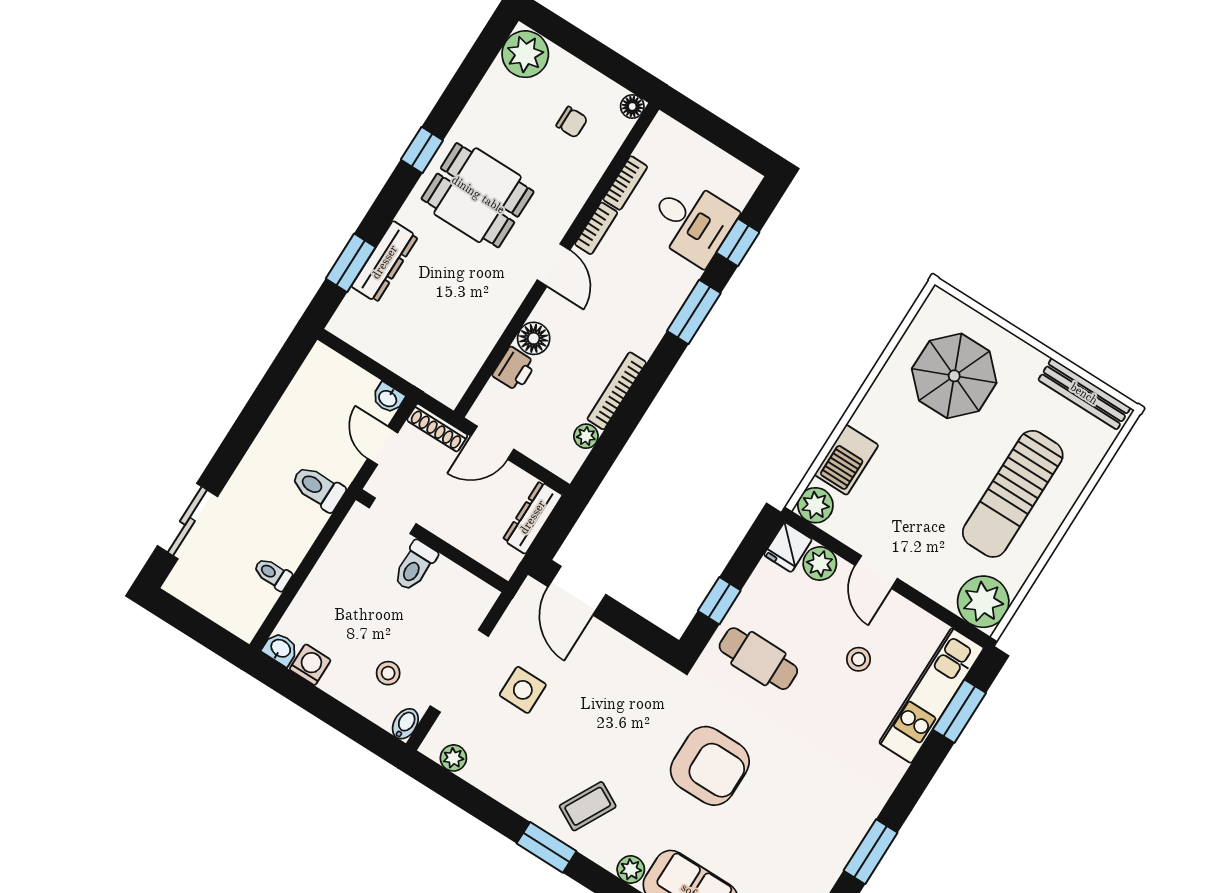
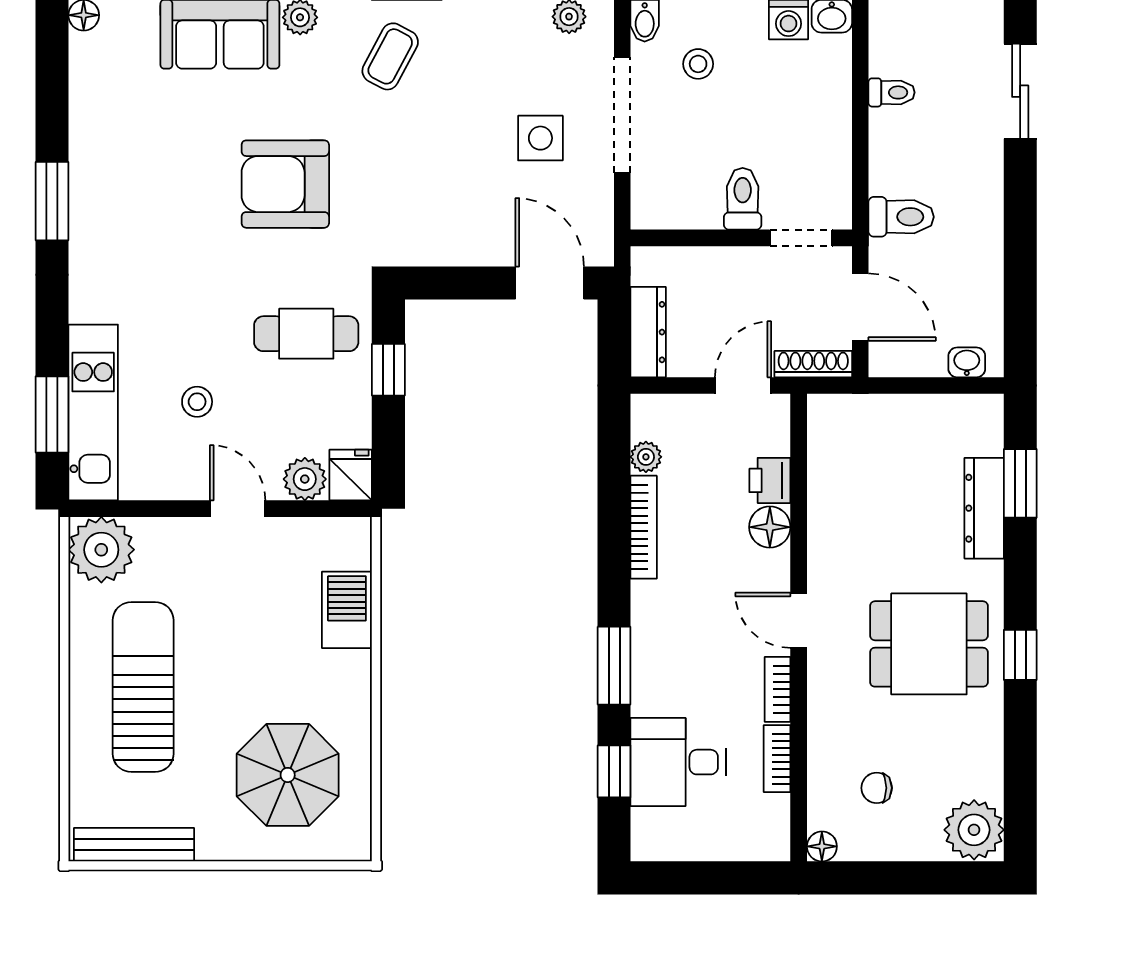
washbasin: (388, 398) -> (967, 362), moved
door: (383, 446) -> (860, 307), width x1.38
plant: (815, 505) -> (350, 539), removed

